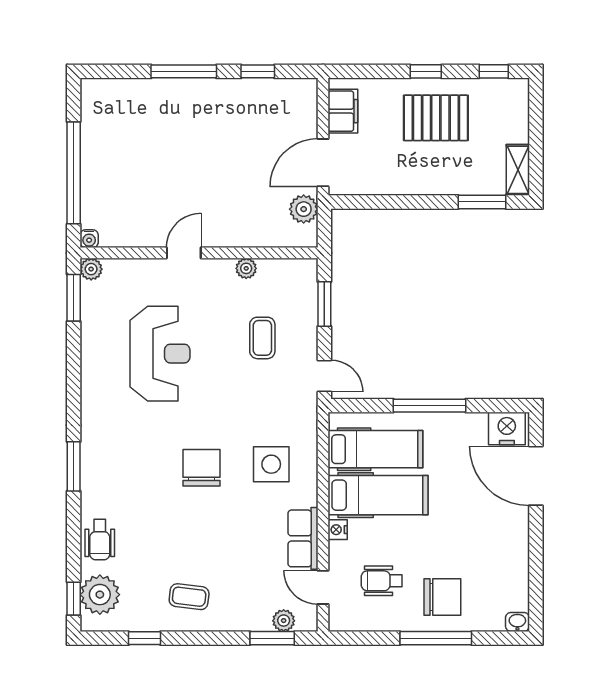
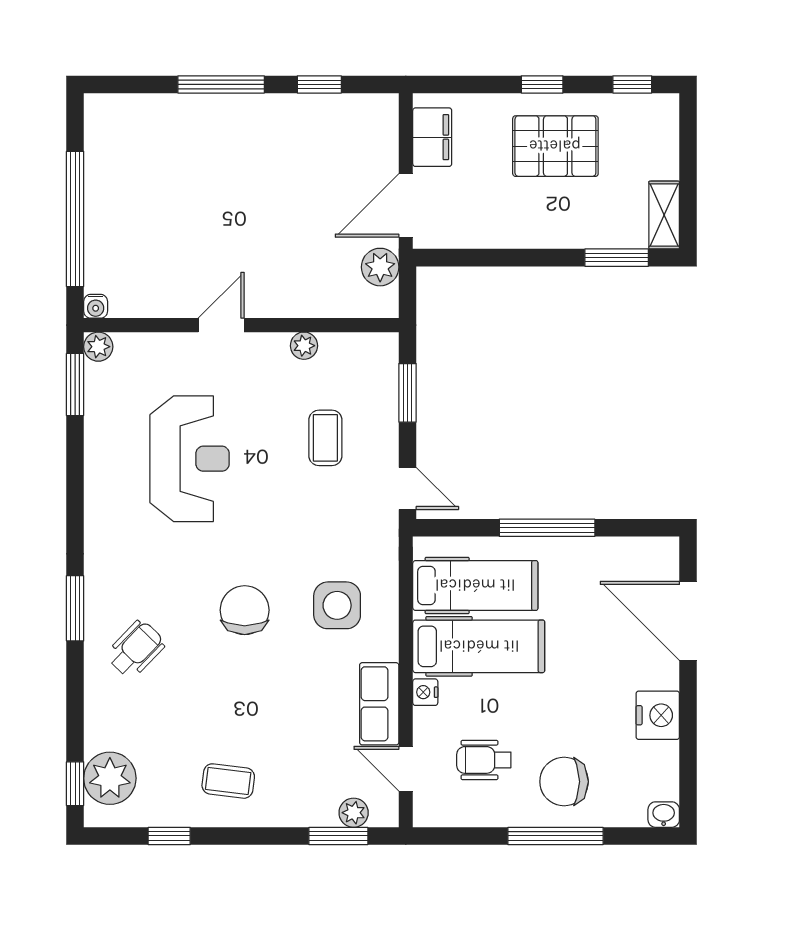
nightstand: (507, 429) -> (658, 715), moved, turned 90
wheelchair: (100, 540) -> (136, 649), moved, turned -136
chair: (442, 597) -> (564, 782), turned 180

